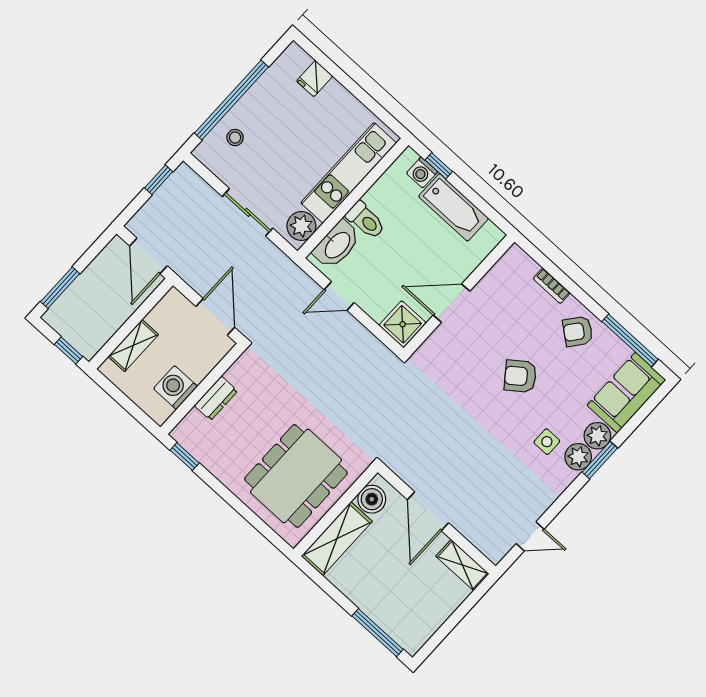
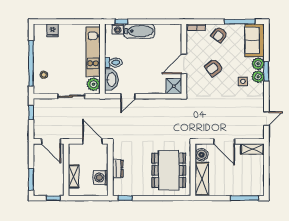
wall: (459, 295) -> (184, 59), moved
door: (451, 303) -> (184, 64), moved
shower: (403, 324) -> (174, 86), moved

